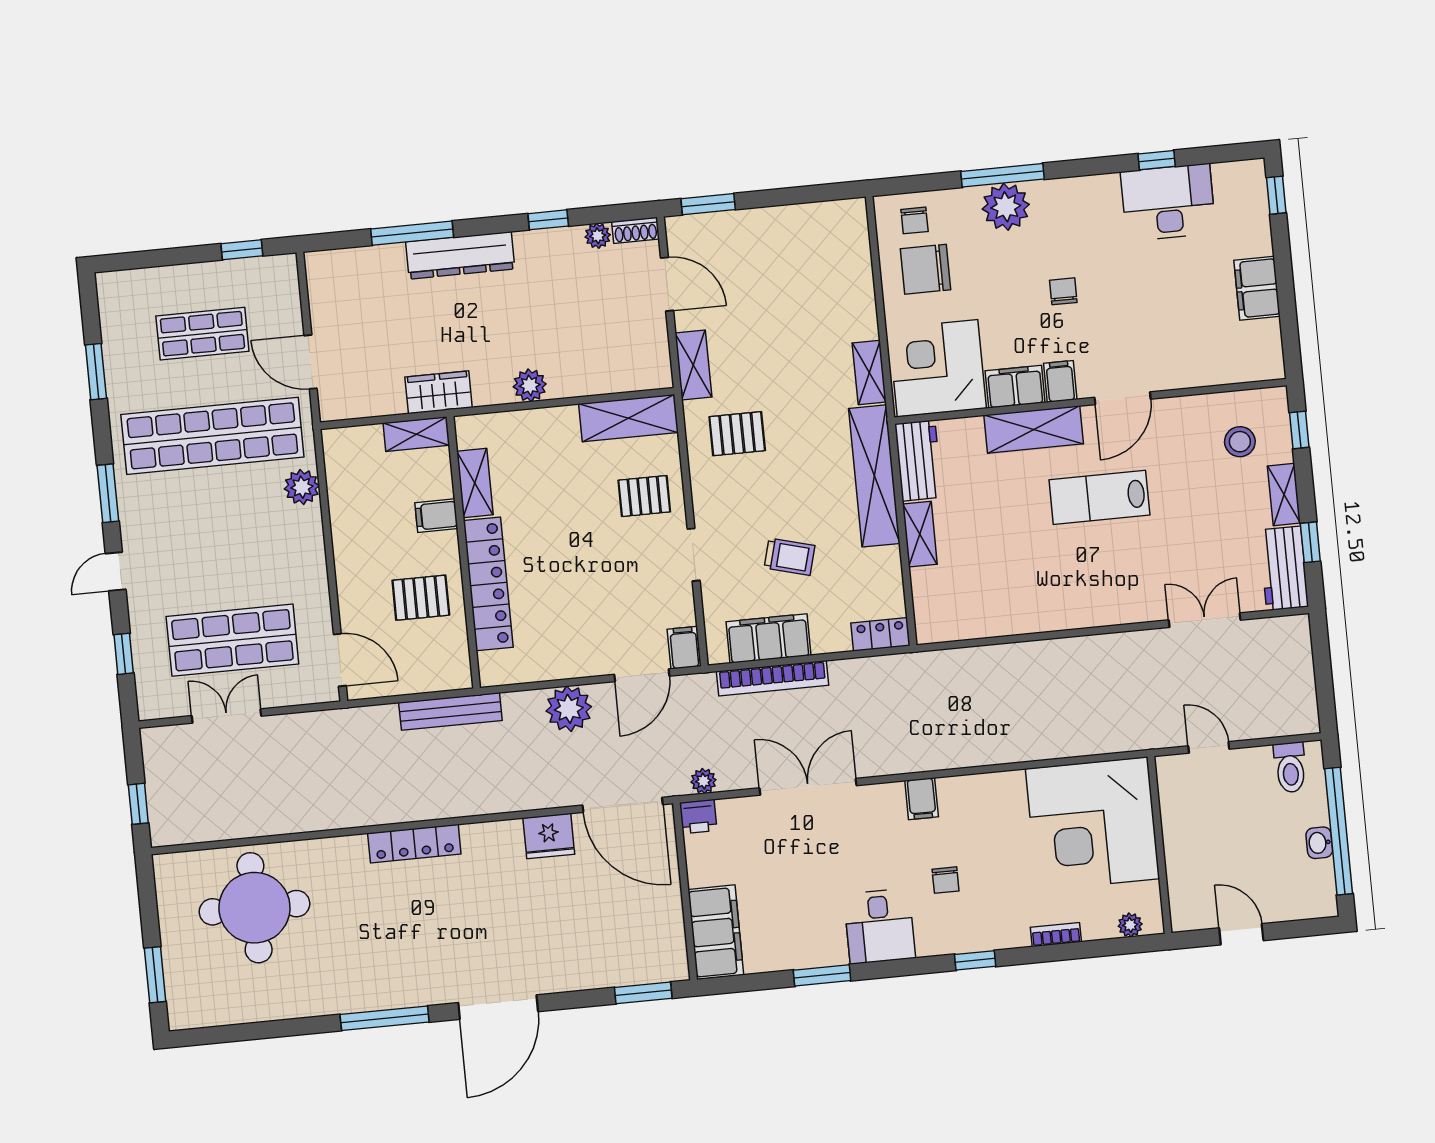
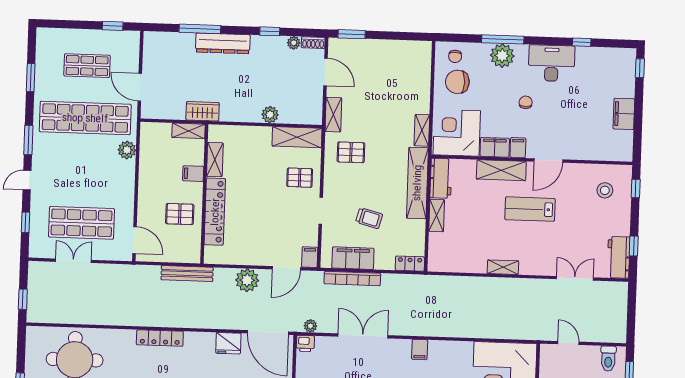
desk: (1168, 202) -> (552, 63), moved
plant: (530, 385) -> (270, 115), moved
shelving: (1284, 494) -> (503, 267), moved, turned 90

